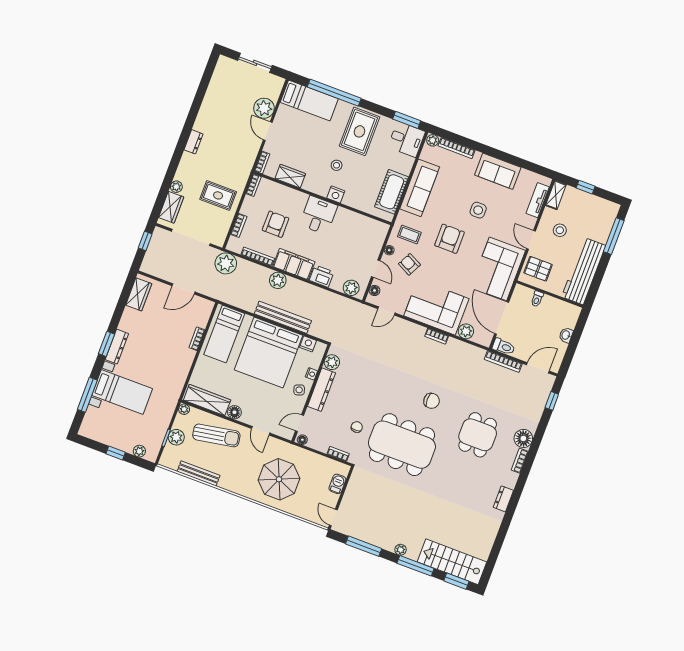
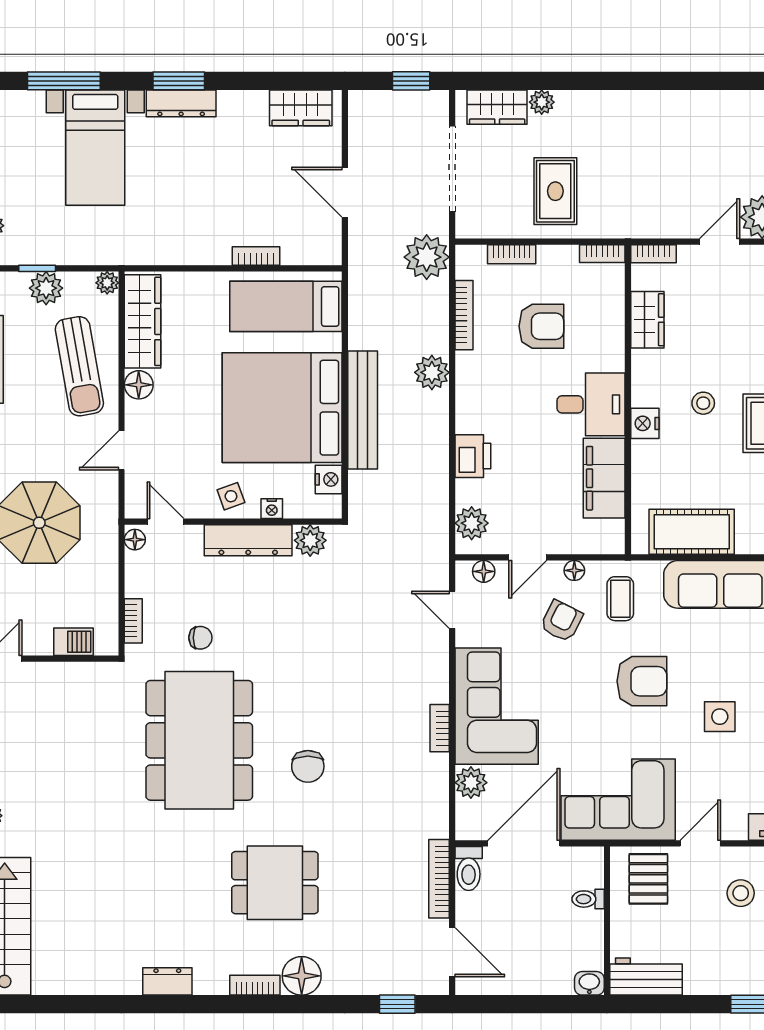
dresser: (193, 142) -> (643, 103), removed
filing cabinet: (294, 264) -> (604, 478), moved, turned 180
workbench: (584, 271) -> (646, 977), width x0.53, depth x0.76
washbasin: (566, 335) -> (589, 983), moved

